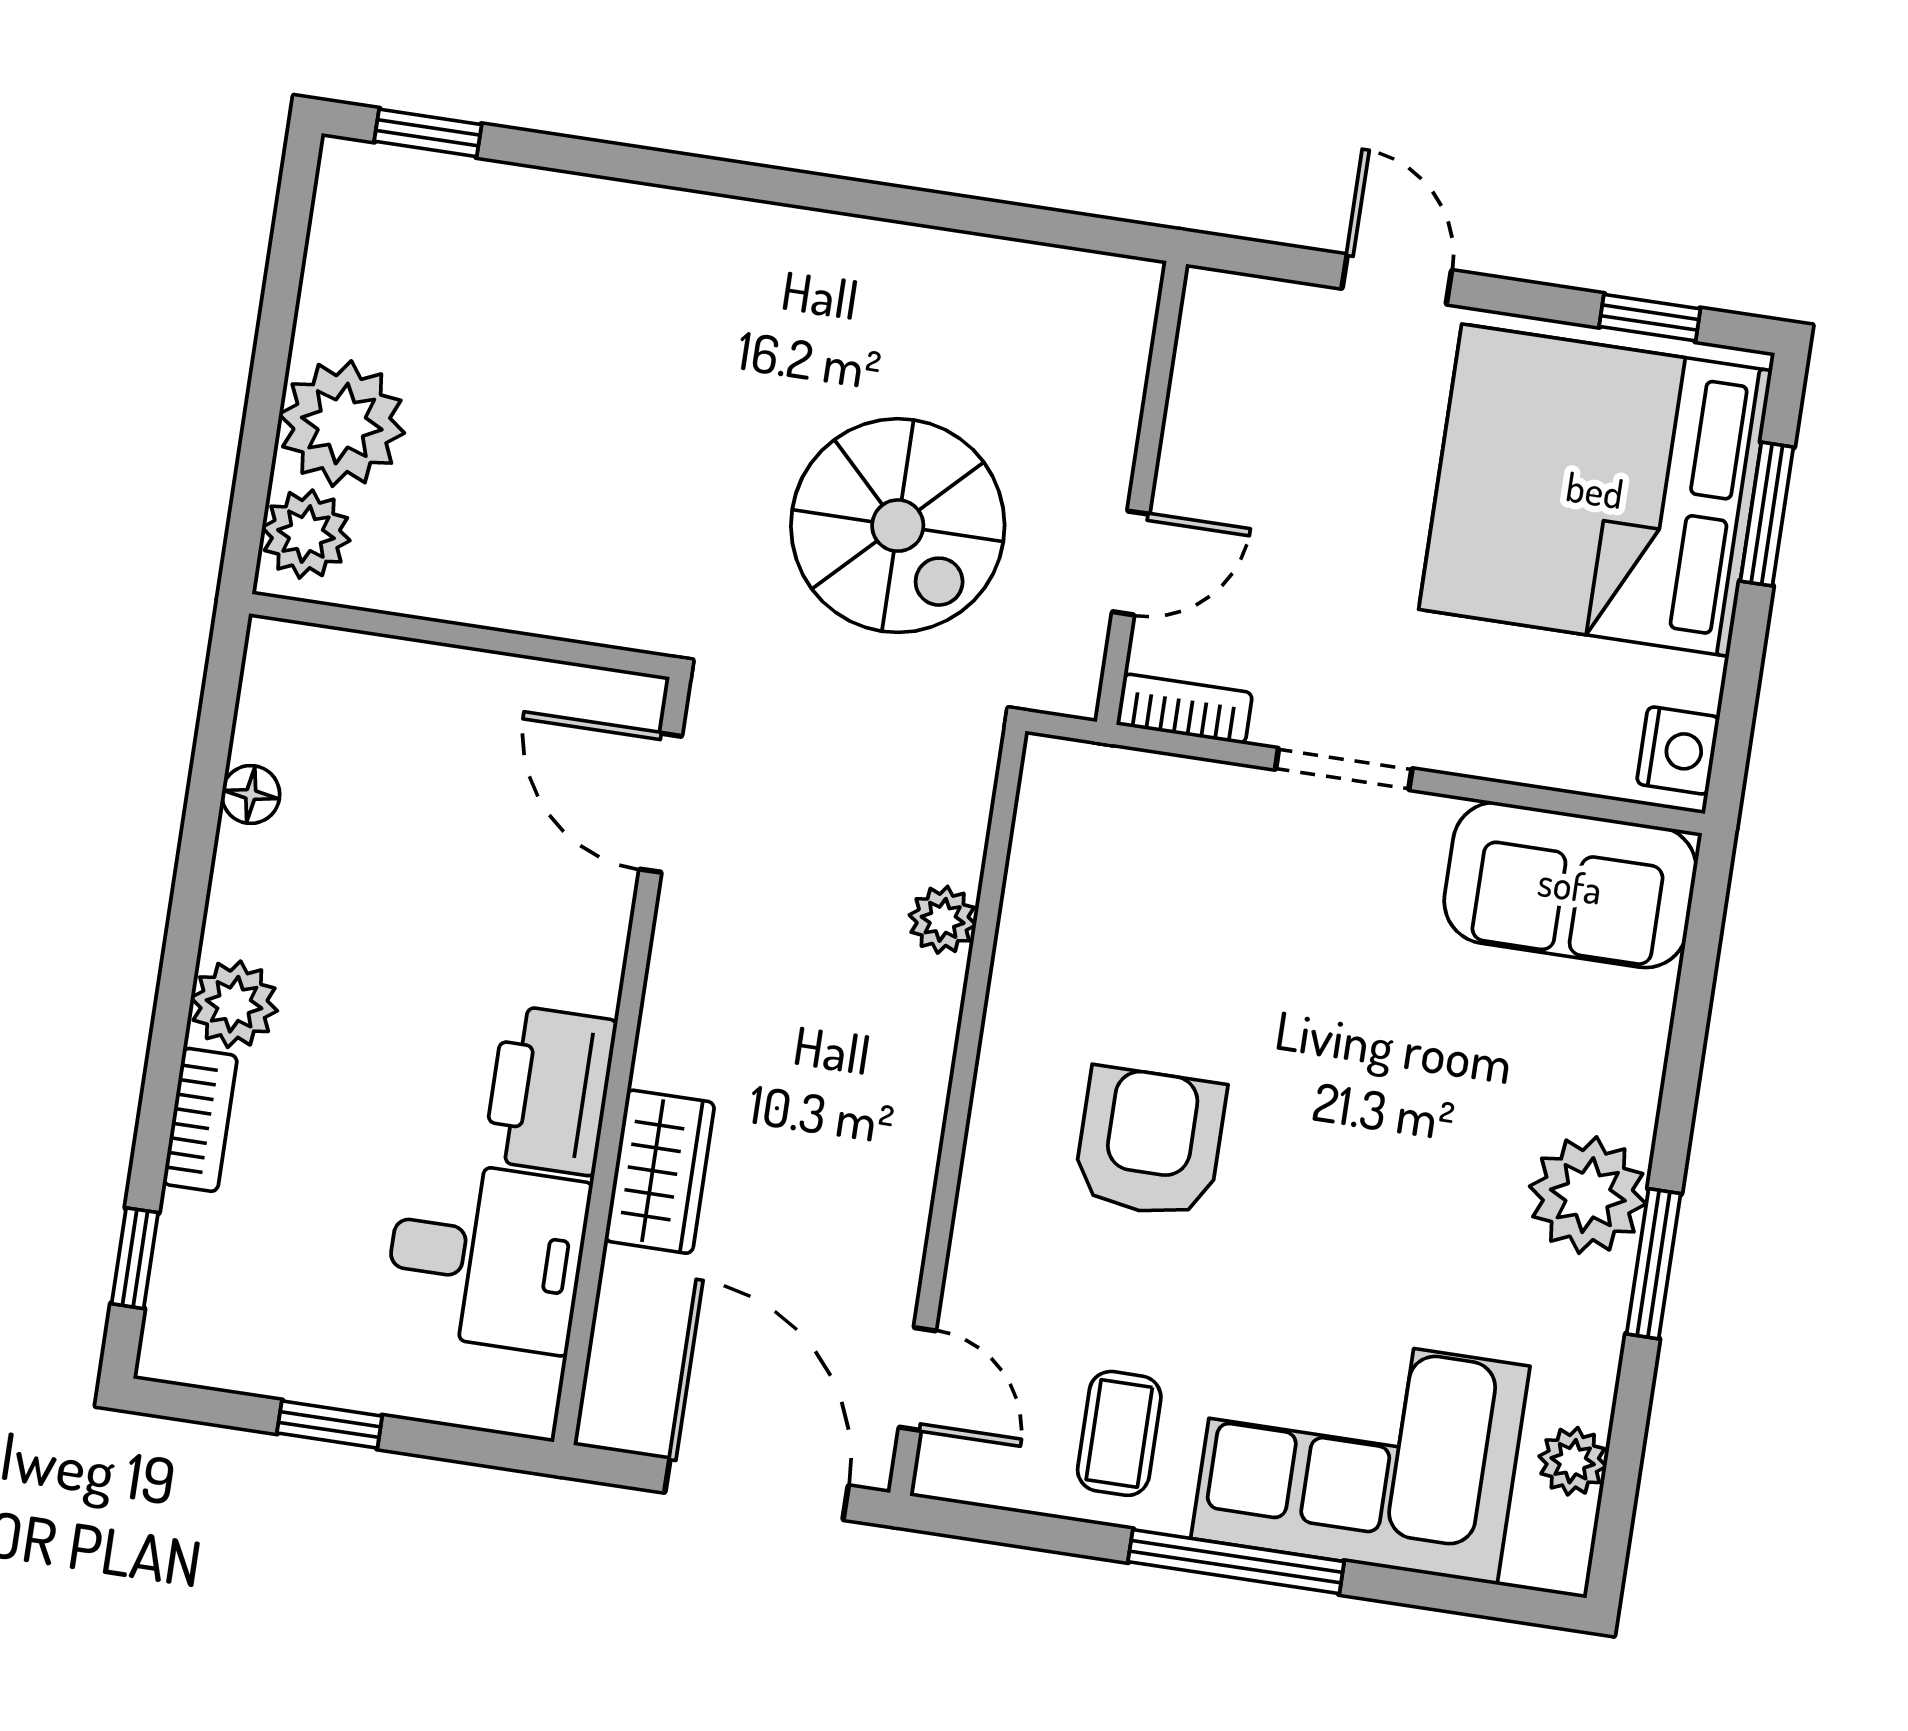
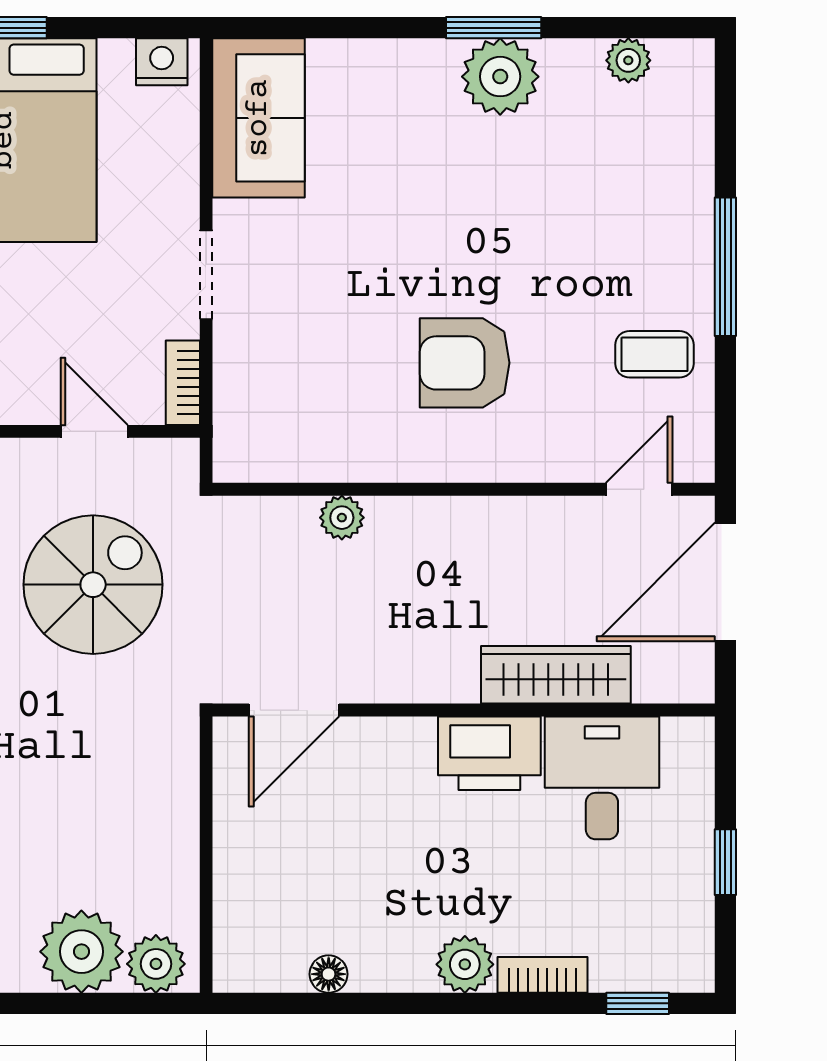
wardrobe: (660, 1172) -> (556, 675), width x1.50
plant: (1588, 1195) -> (500, 77), moved
corner sofa: (1360, 1452) -> (643, 198), removed

